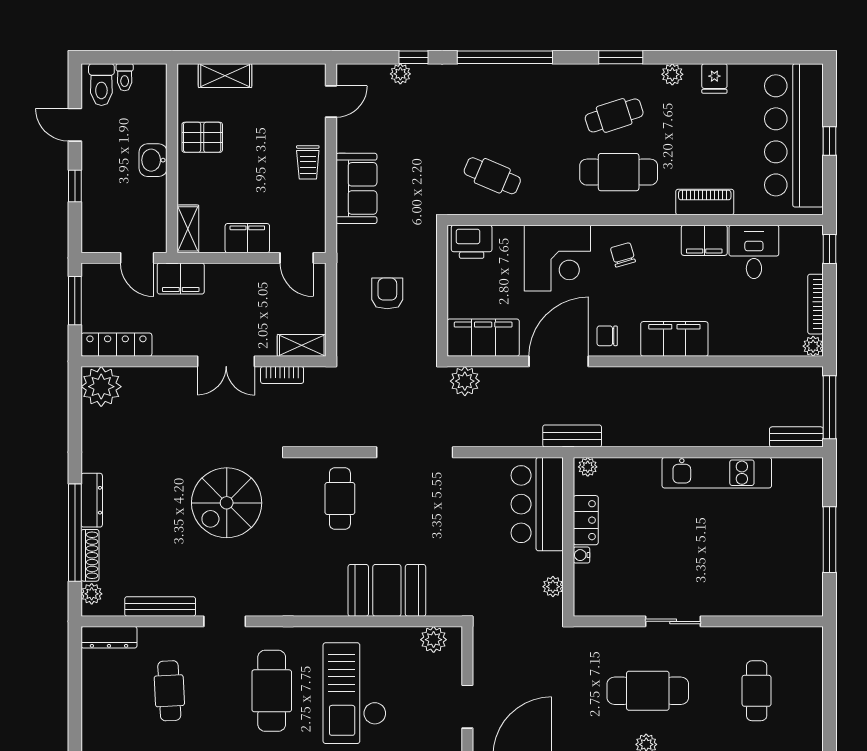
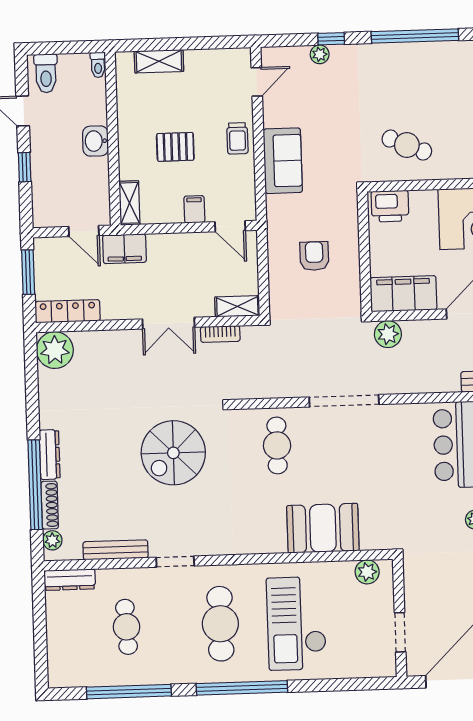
toilet: (125, 77) -> (98, 65), moved
pallet: (202, 137) -> (175, 147), moved
filing cabinet: (247, 238) -> (194, 209), width x0.50

